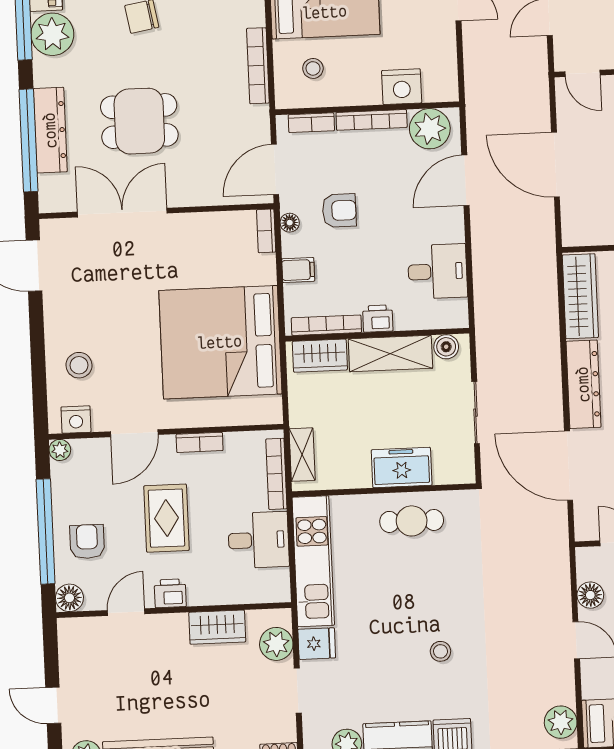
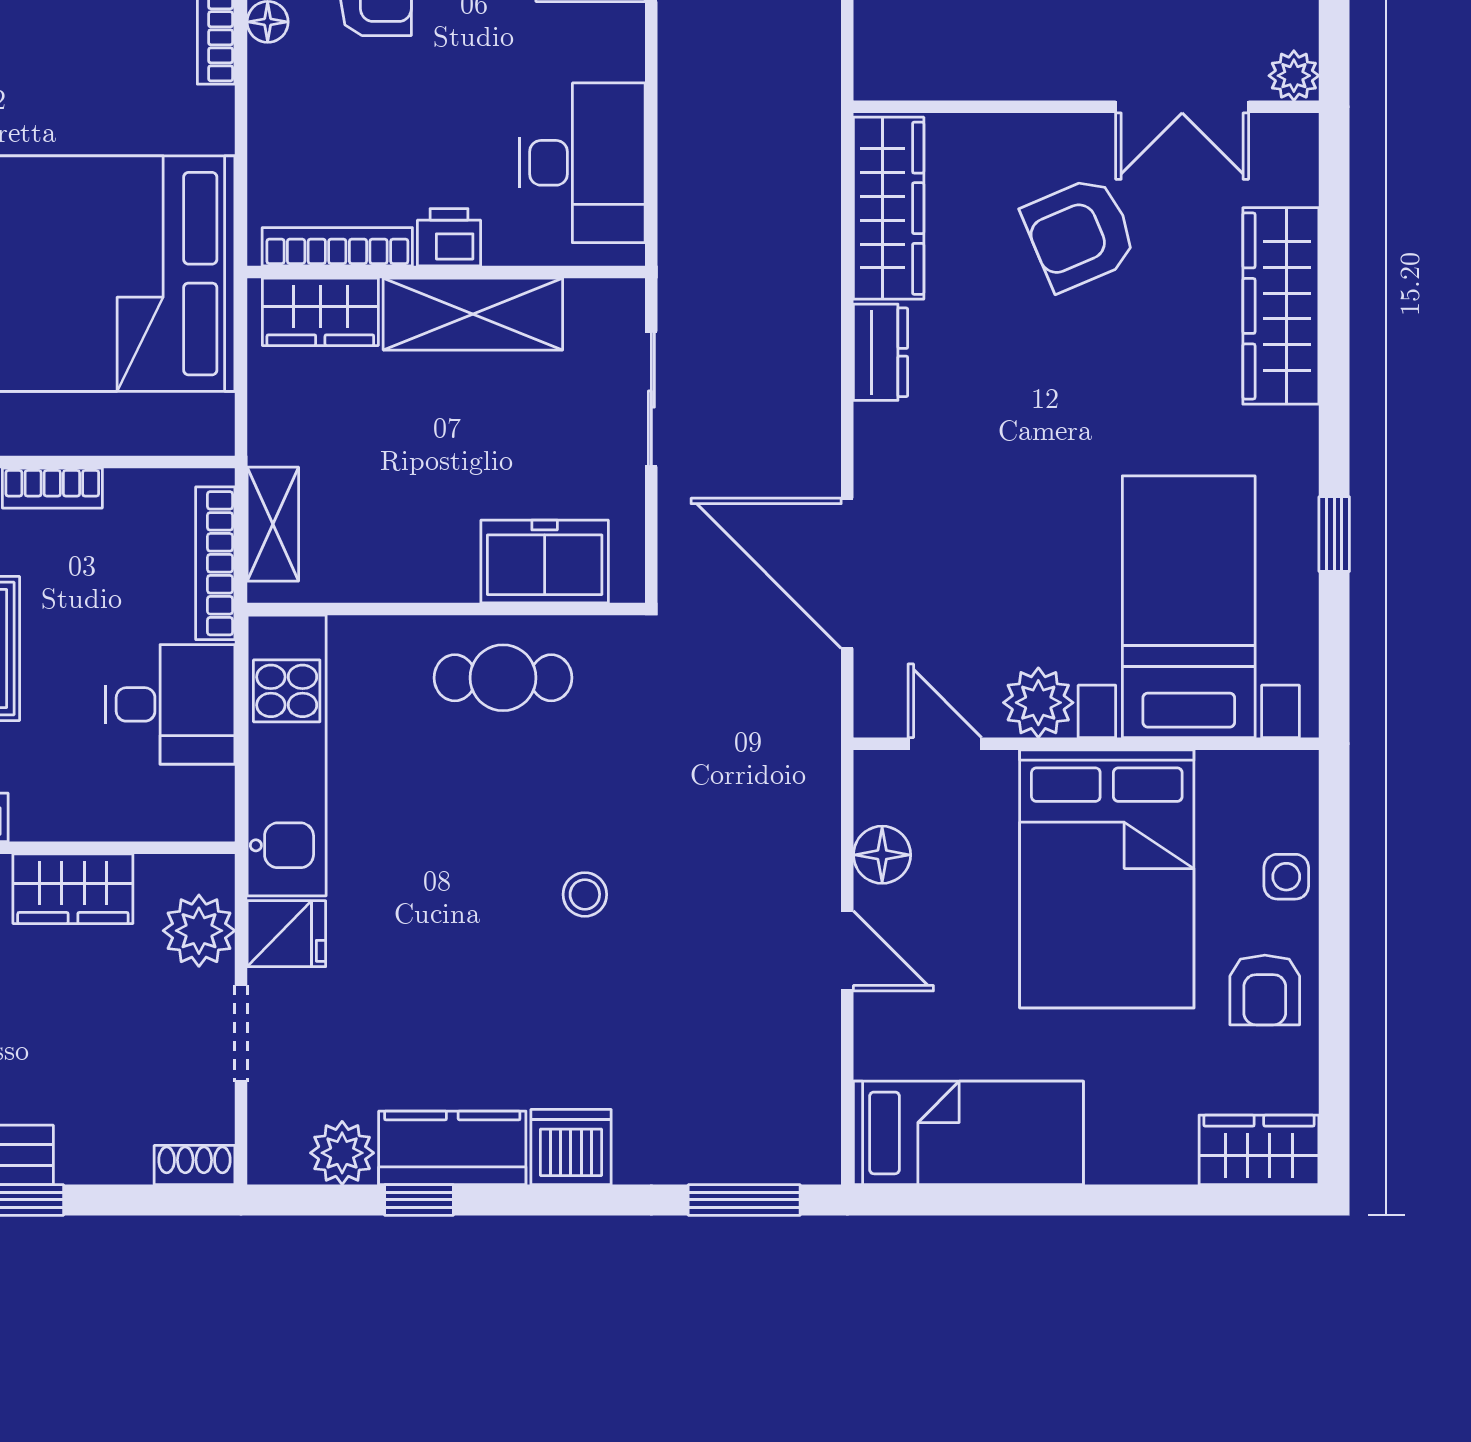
filing cabinet: (298, 270) -> (282, 125), removed
desk: (437, 271) -> (582, 163), width x1.37
boiler: (446, 347) -> (594, 305), removed
dresser: (583, 384) -> (881, 352), width x0.51, depth x0.80
sliding door: (476, 413) -> (651, 399), moved
freezer: (402, 468) -> (545, 561), moved
stool: (440, 651) -> (585, 894), moved
plant: (561, 722) -> (806, 1126), removed

